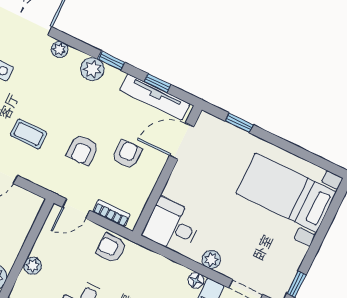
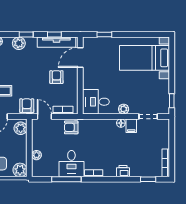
armchair: (82, 150) -> (27, 106), moved, turned 180
plant: (28, 209) -> (21, 128), added
door: (76, 209) -> (44, 116), swing flipped

